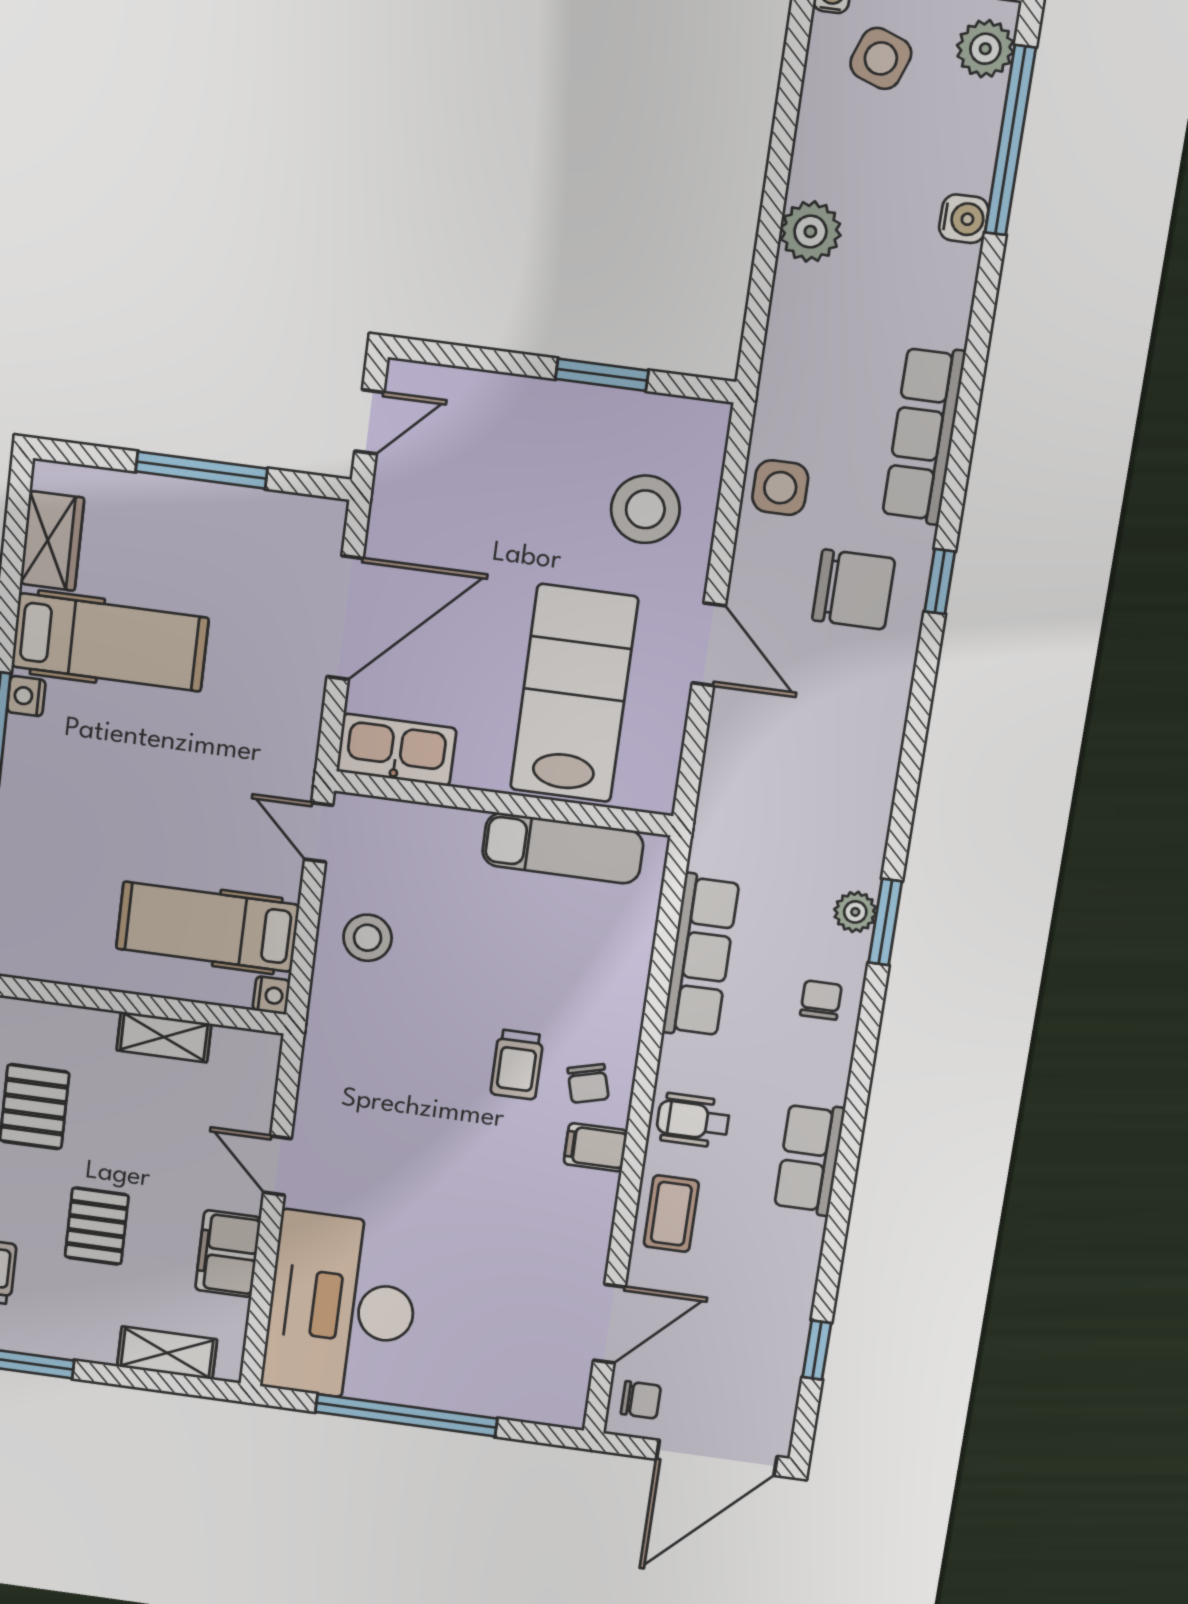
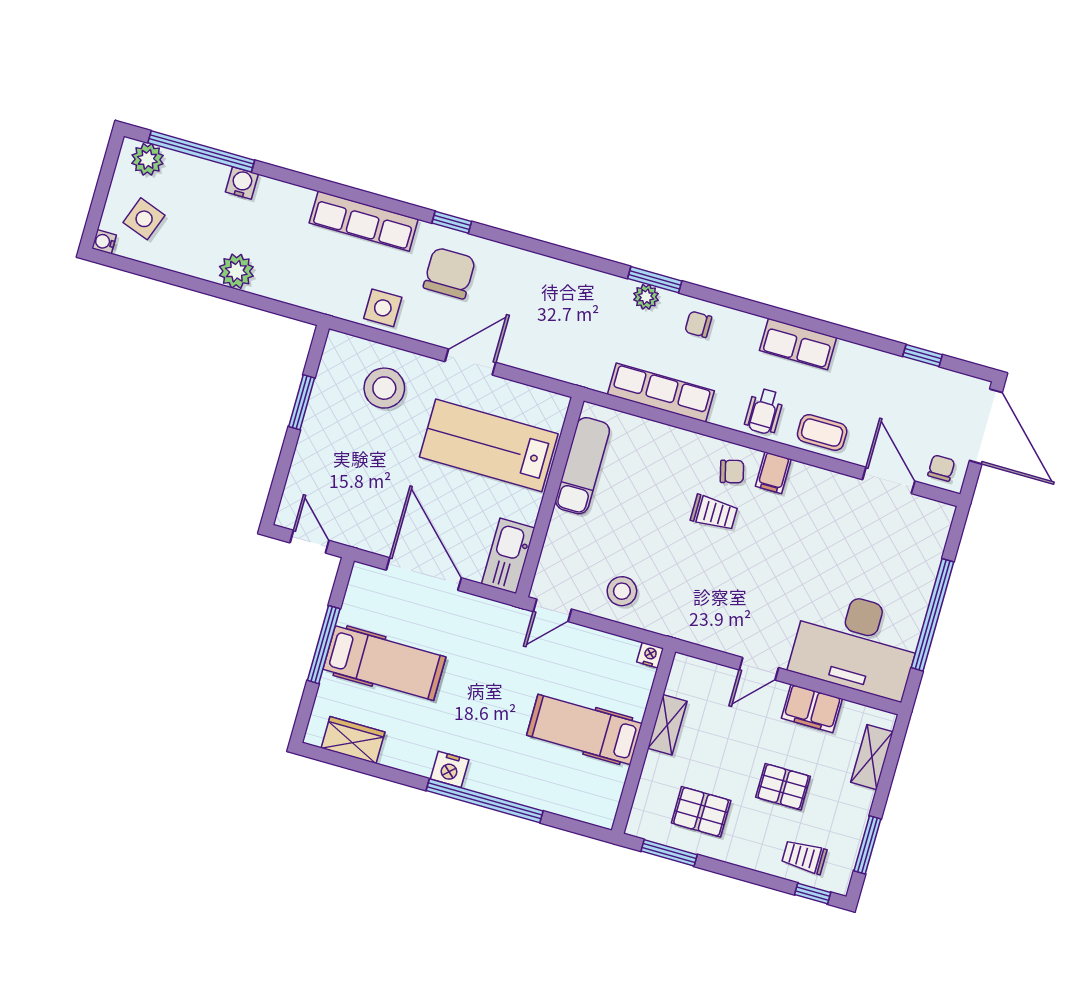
hospital bed: (110, 642) -> (384, 663), moved, turned 90
nightstand: (26, 696) -> (450, 769), width x1.39, depth x1.35
hospital bed: (208, 927) -> (584, 729), moved, turned 90

